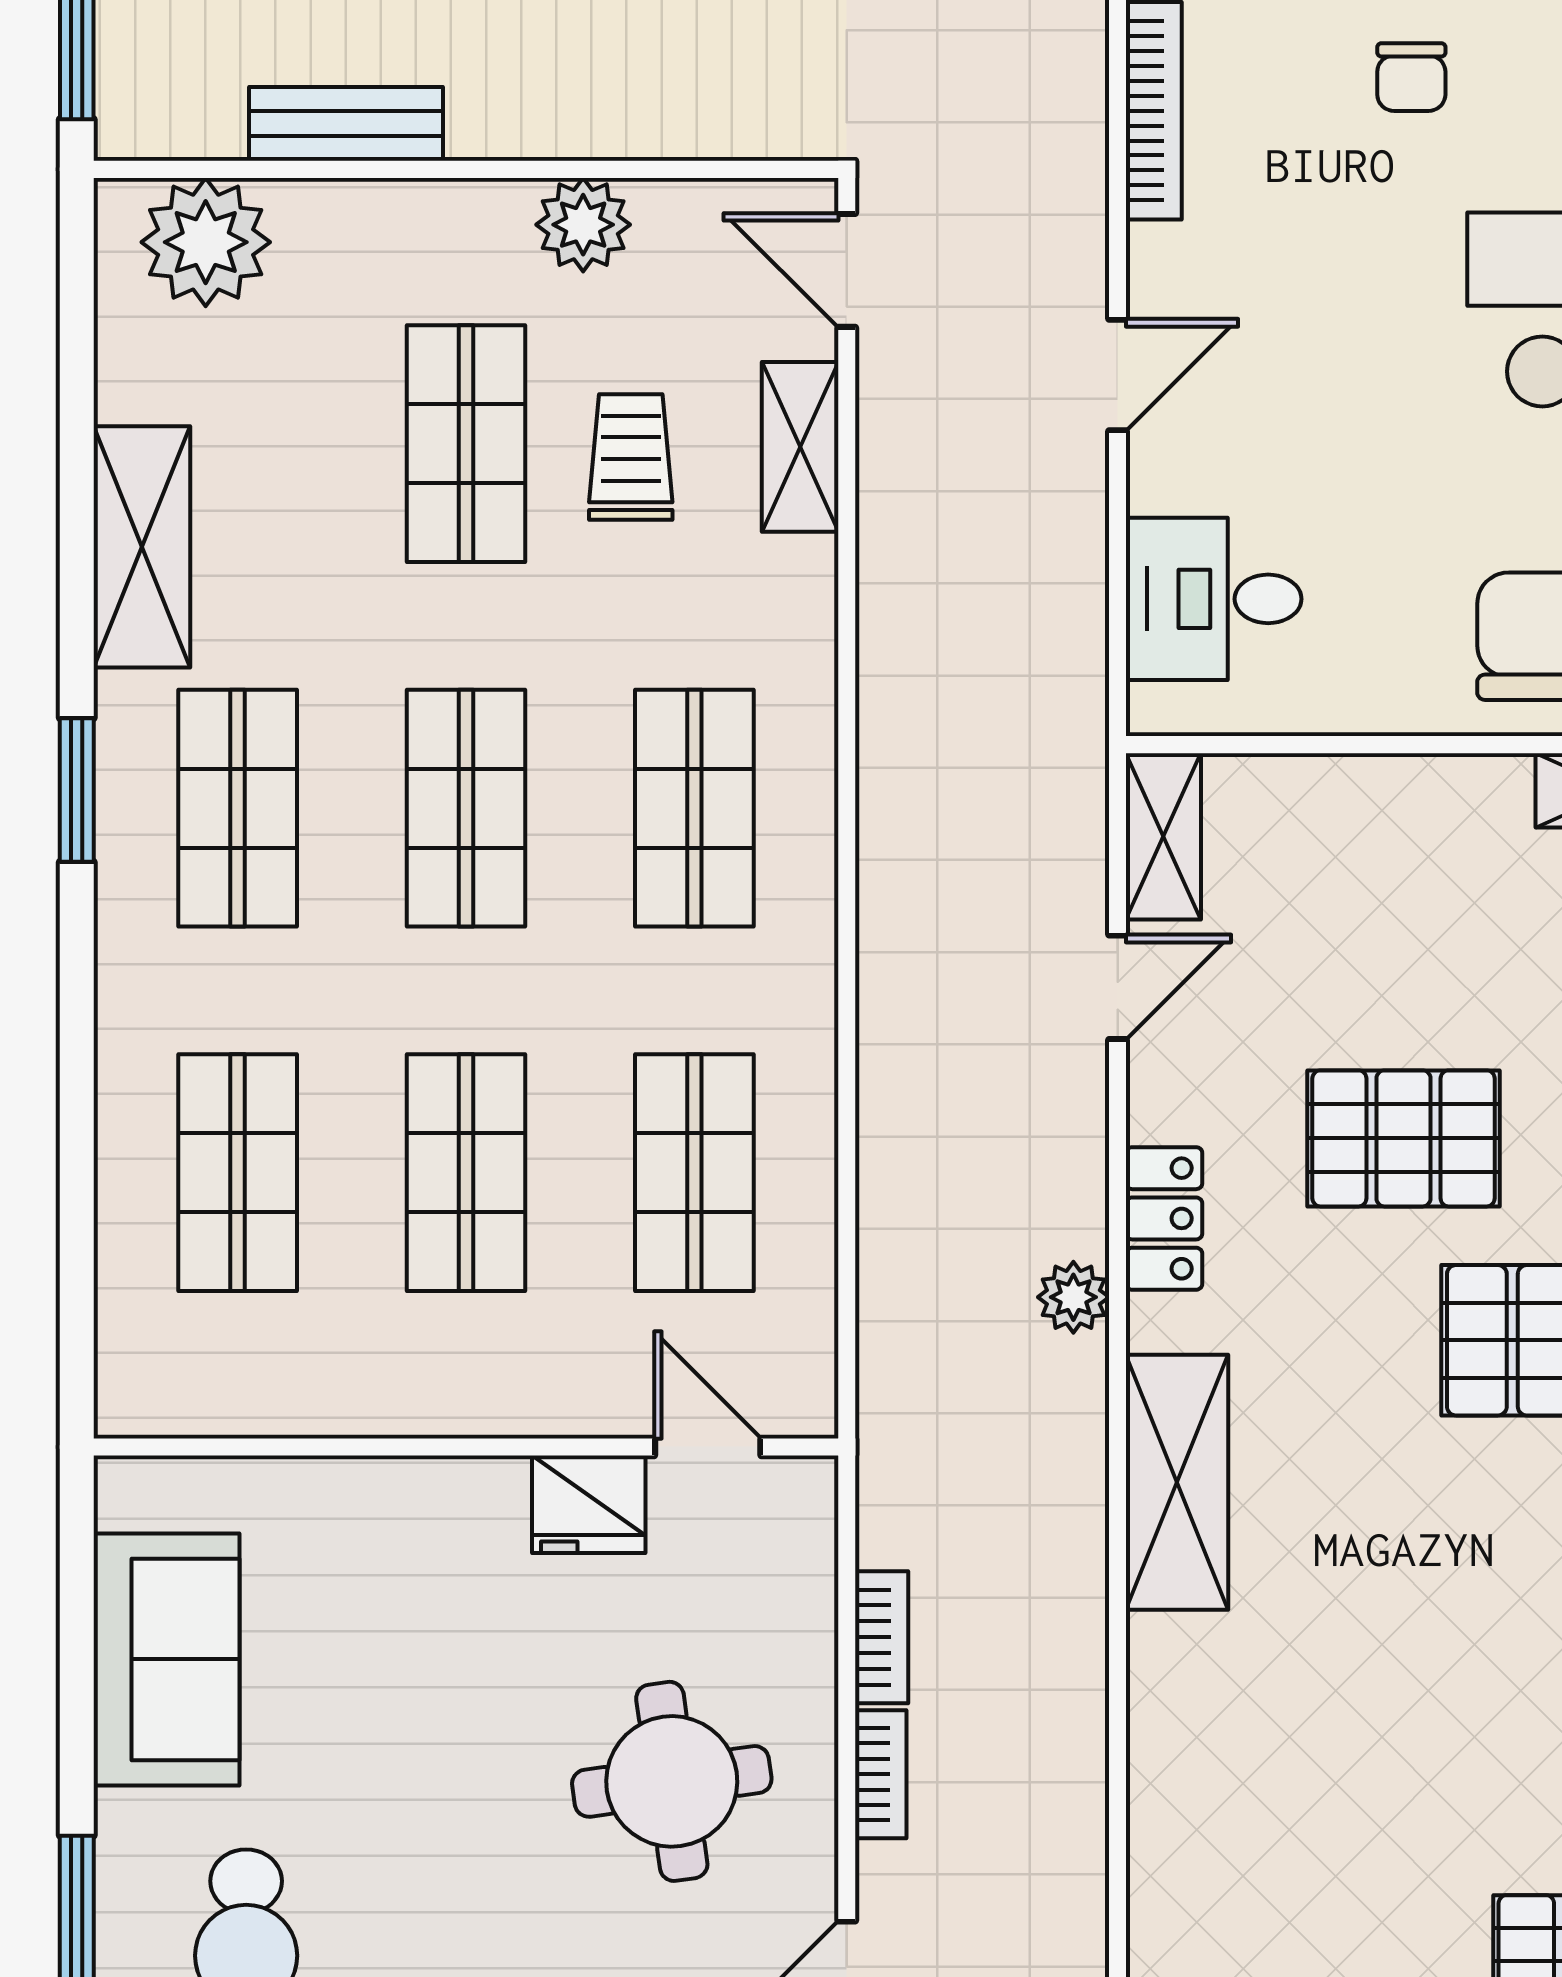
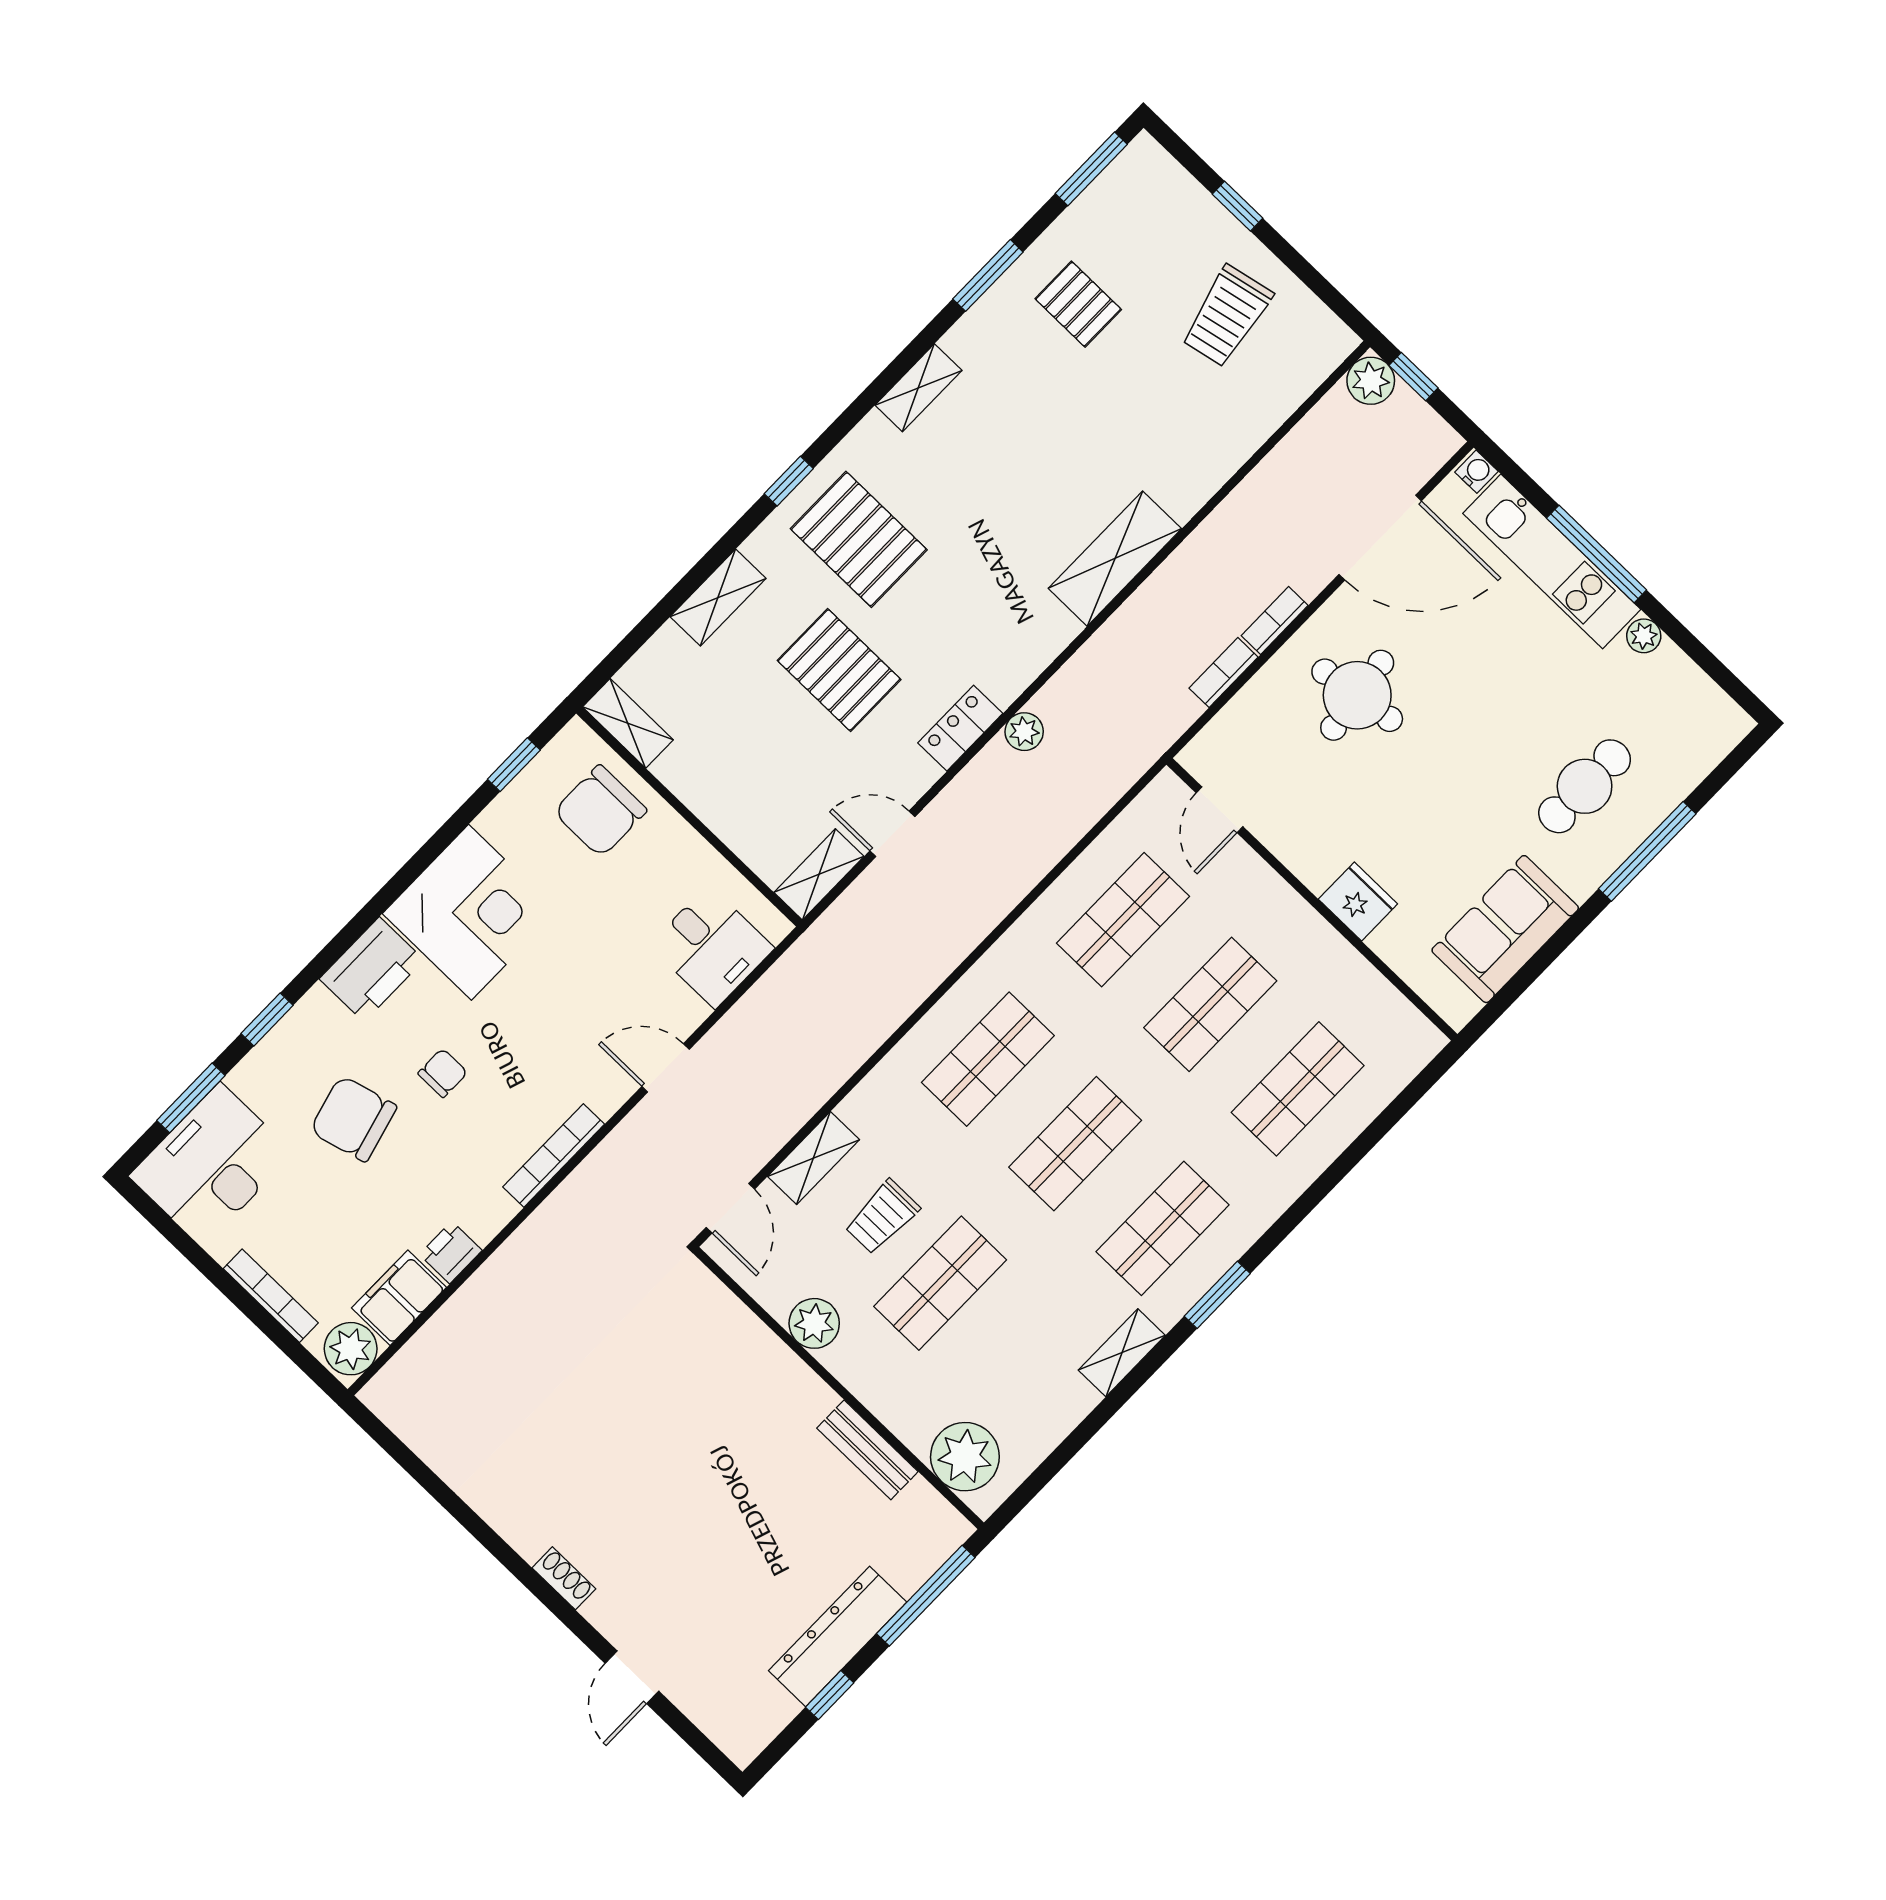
shelving: (142, 547) -> (1122, 1353), width x0.67, depth x0.75
shelving: (1177, 1482) -> (1115, 559), moved
fridge: (589, 1504) -> (1358, 902), moved

